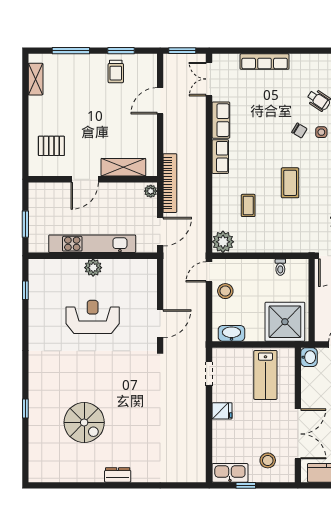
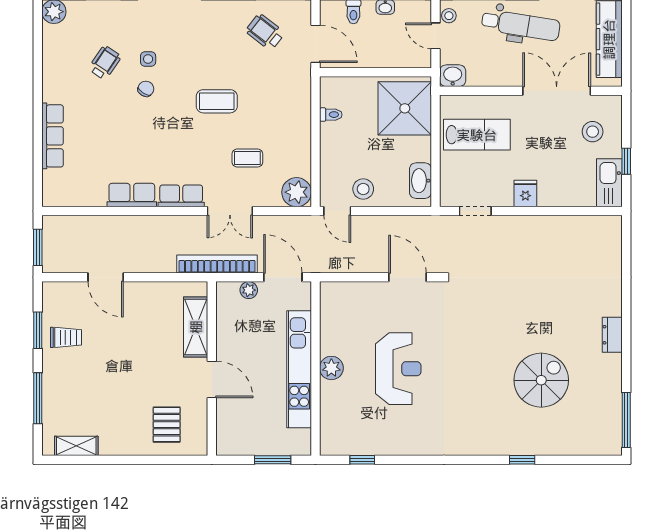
double door: (209, 79) -> (230, 211), moved
plant: (151, 191) -> (249, 290), moved
reception desk: (93, 317) -> (398, 369), turned 180
window: (55, 485) -> (626, 420), added

